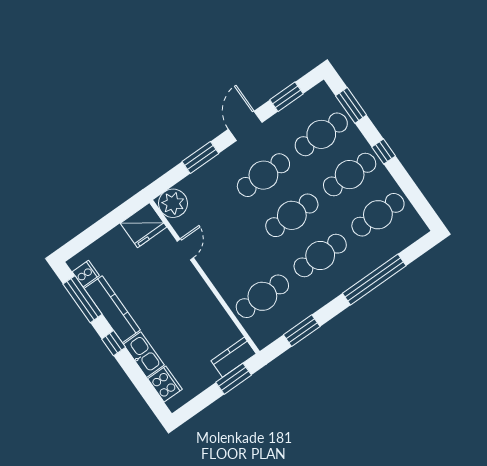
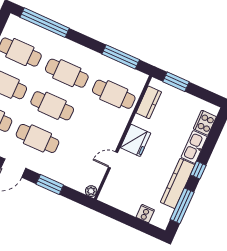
plant: (173, 203) -> (91, 191), width x0.53, depth x0.53
fridge: (144, 225) -> (136, 140), moved, turned 90
cooker: (86, 274) -> (145, 214), moved, turned 90
window: (374, 279) -> (45, 23), moved
window: (302, 331) -> (121, 57), width x1.44
kitchen counter: (234, 357) -> (149, 102), moved, turned -90

